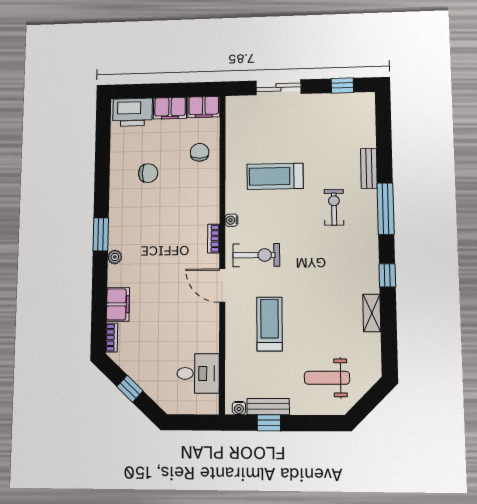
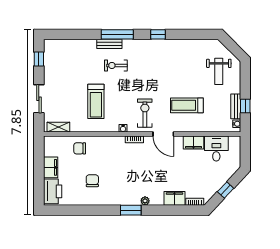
filing cabinet: (204, 107) -> (193, 142), moved, turned 90
bench: (369, 168) -> (109, 44), moved
door: (222, 286) -> (163, 134), hinge flipped
shelving: (372, 313) -> (58, 127), moved

